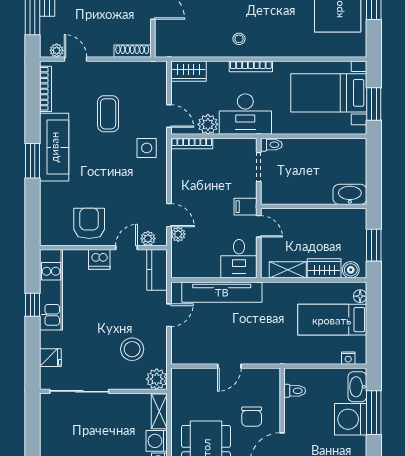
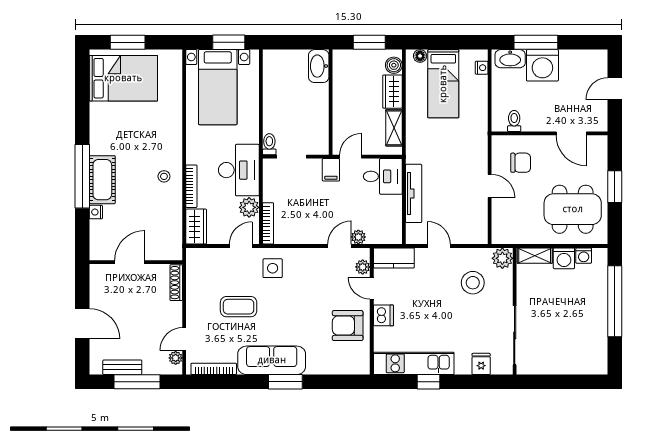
bookcase: (251, 66) -> (191, 186), moved
tv unit: (222, 292) -> (414, 193), width x0.73, depth x0.78
chair: (252, 417) -> (521, 163), moved

